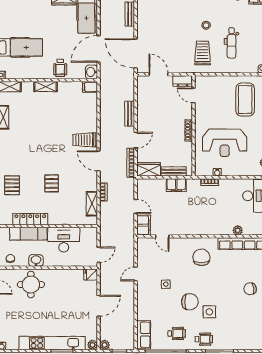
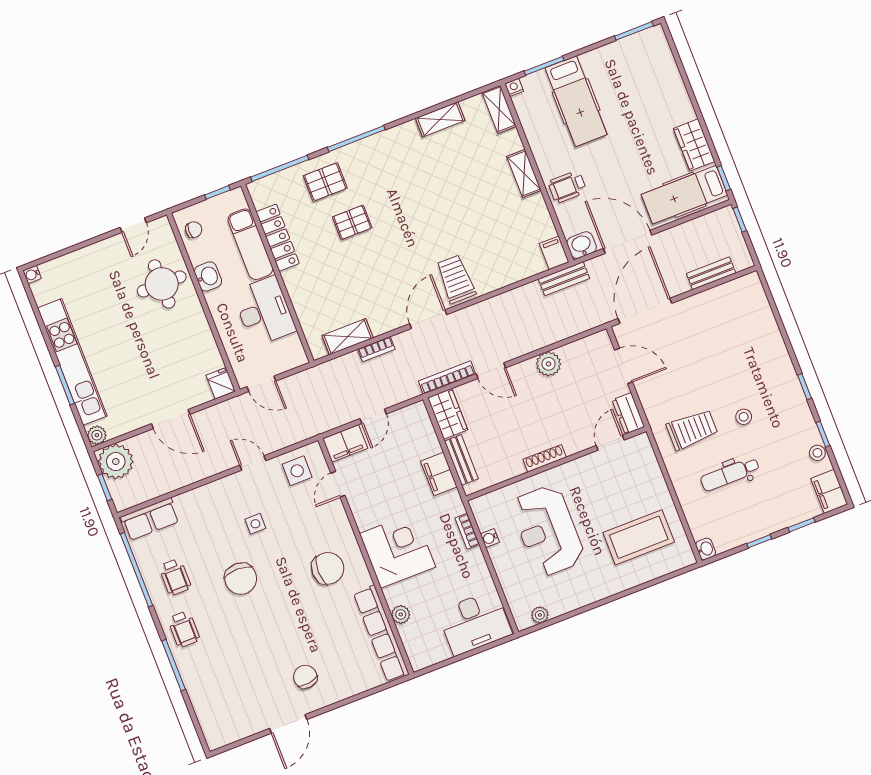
door: (159, 74) -> (624, 366), hinge flipped
plant: (143, 111) -> (549, 364), added
bench: (130, 114) -> (564, 279), moved
pallet: (52, 183) -> (352, 222), moved
corner desk: (206, 220) -> (398, 550), added
side table: (209, 312) -> (297, 471), moved
plant: (105, 345) -> (116, 462), width x1.88, depth x1.88

